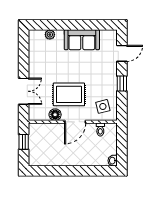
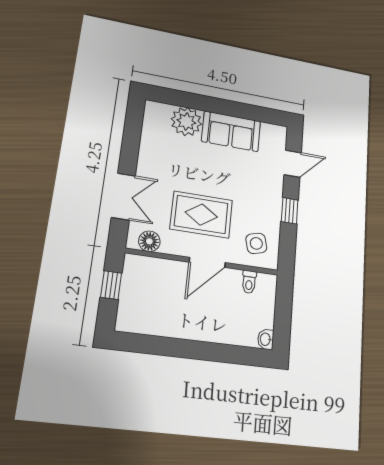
plant: (50, 35) -> (186, 122), width x1.88, depth x1.88
floor lamp: (55, 115) -> (149, 241), moved

